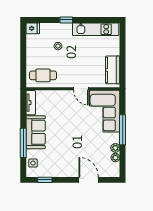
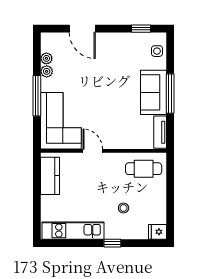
window: (23, 143) -> (170, 94), moved

